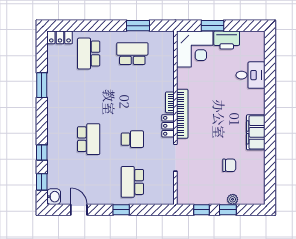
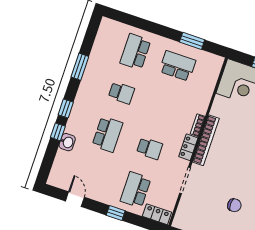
locker: (60, 37) -> (157, 214), moved, turned 180
school desk: (89, 96) -> (121, 93), added
window: (42, 182) -> (66, 108), moved
washbasin: (54, 197) -> (67, 142), moved

